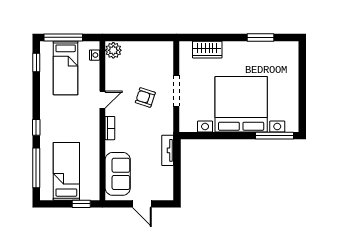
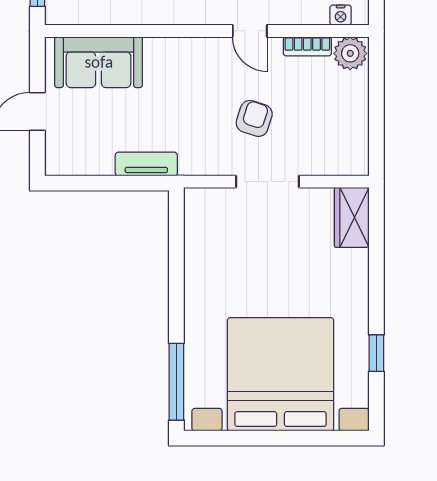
window: (261, 37) -> (376, 353), width x0.67
wardrobe: (207, 50) -> (352, 217), moved
bed with nightstands: (241, 104) -> (281, 374), moved, turned -90
bookcase: (110, 128) -> (307, 46), moved

